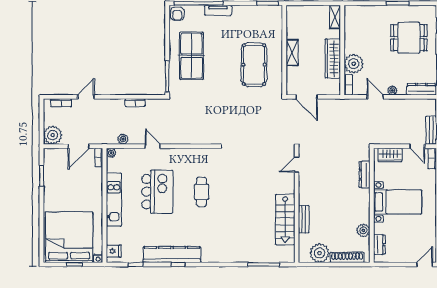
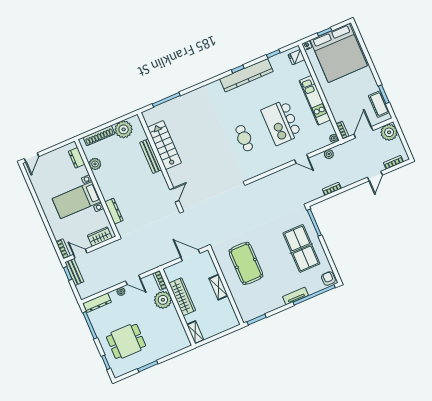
cot: (51, 168) -> (379, 104), added
bench: (304, 219) -> (151, 156), width x1.36

